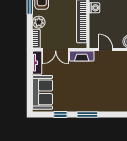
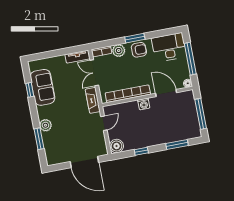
sofa: (42, 92) -> (42, 87), moved, turned -90
plant: (97, 106) -> (45, 125), added
window: (87, 114) -> (39, 139), moved

